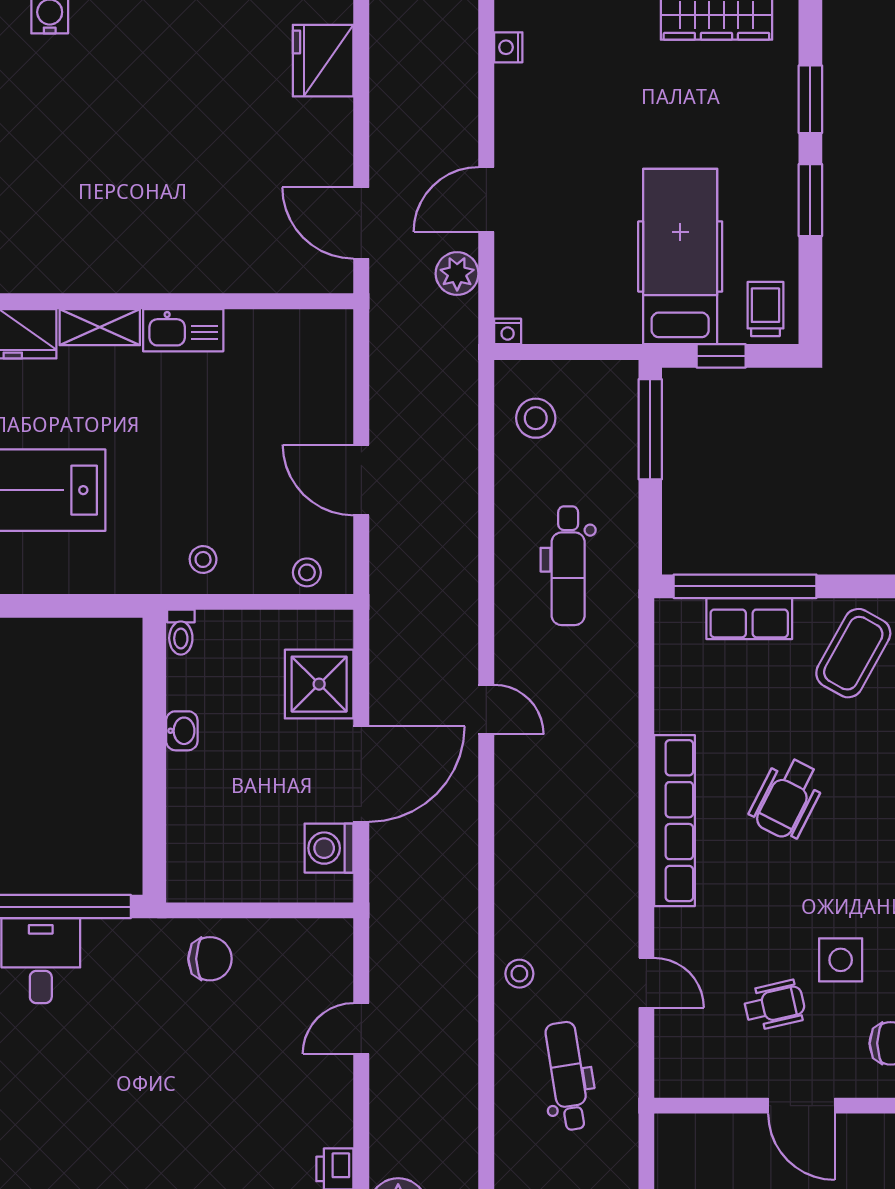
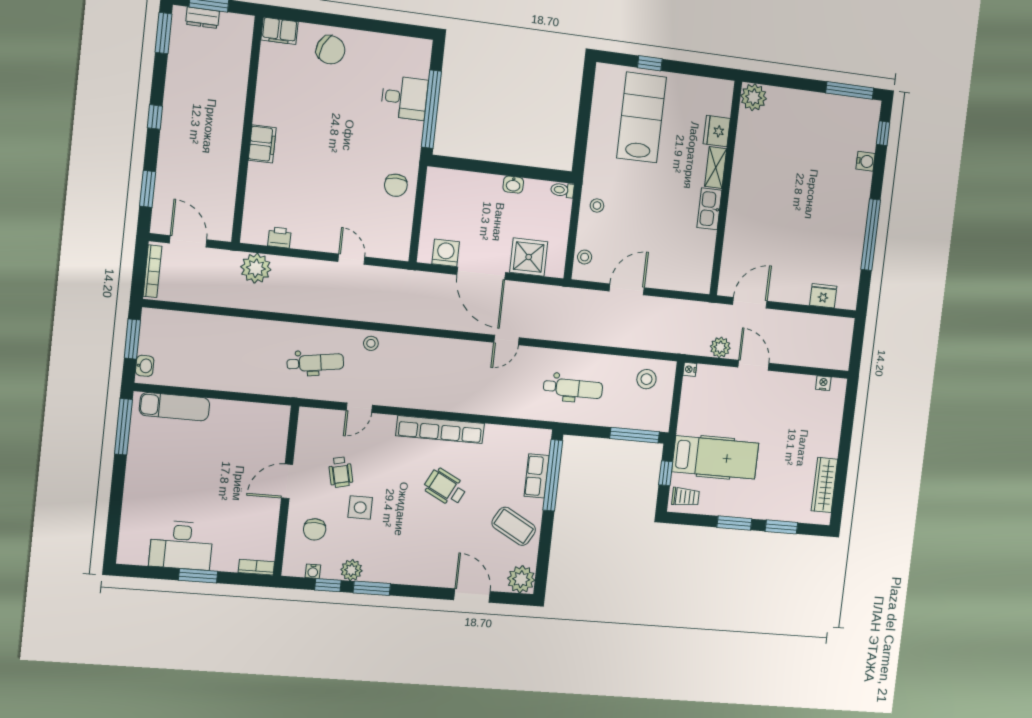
fridge: (323, 61) -> (823, 296), width x0.73, depth x0.75
dental chair: (568, 566) -> (573, 388), turned 180

